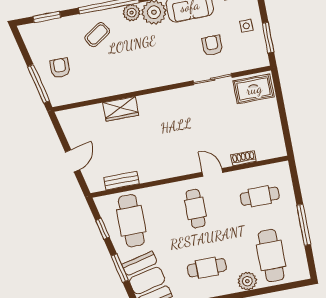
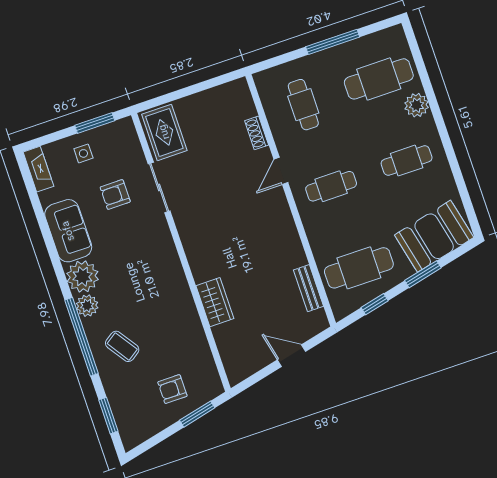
window: (39, 84) -> (197, 414), width x0.69
cafe table: (207, 268) -> (407, 161), turned 90

